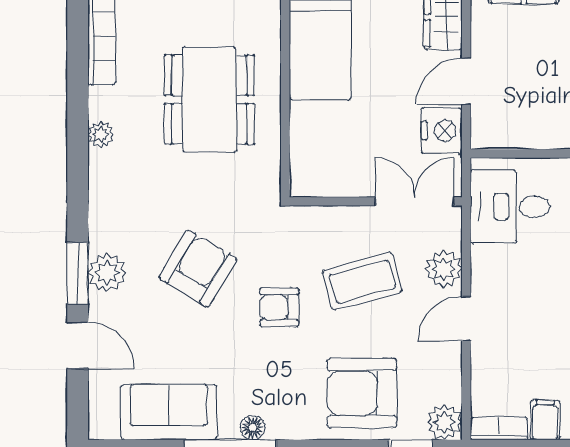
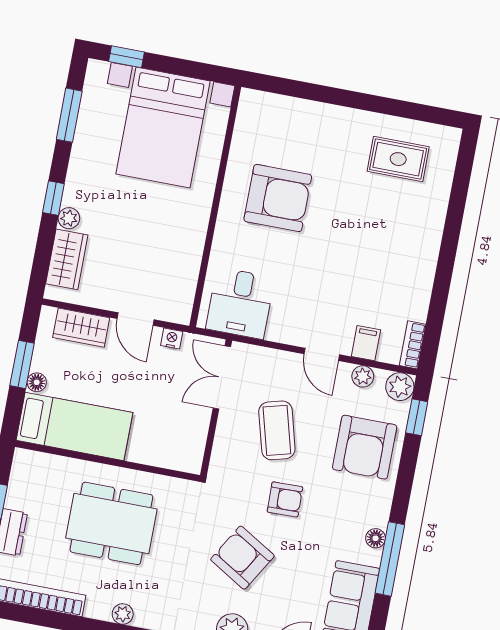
nightstand: (442, 131) -> (172, 339), width x0.53, depth x0.56
plant: (443, 269) -> (363, 376), moved, width x0.73, depth x0.73
armchair: (279, 307) -> (285, 499), turned -91
filing cabinet: (545, 420) -> (366, 343), moved, turned 90

